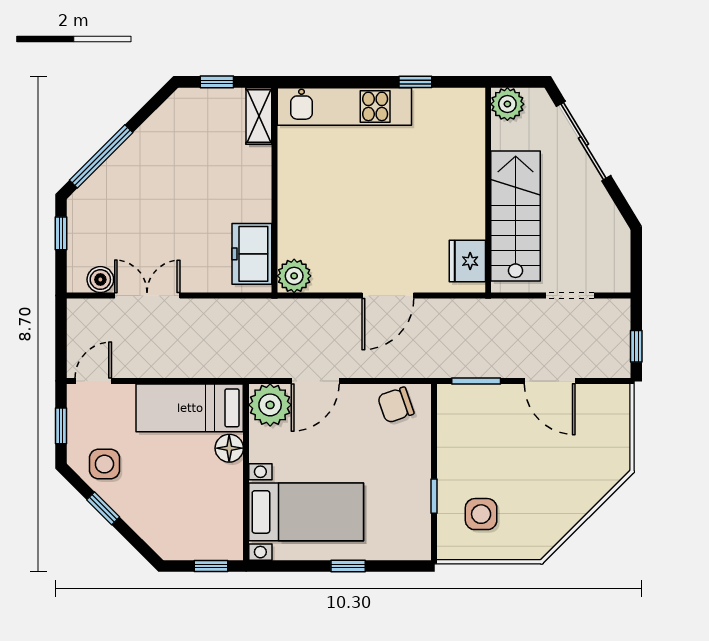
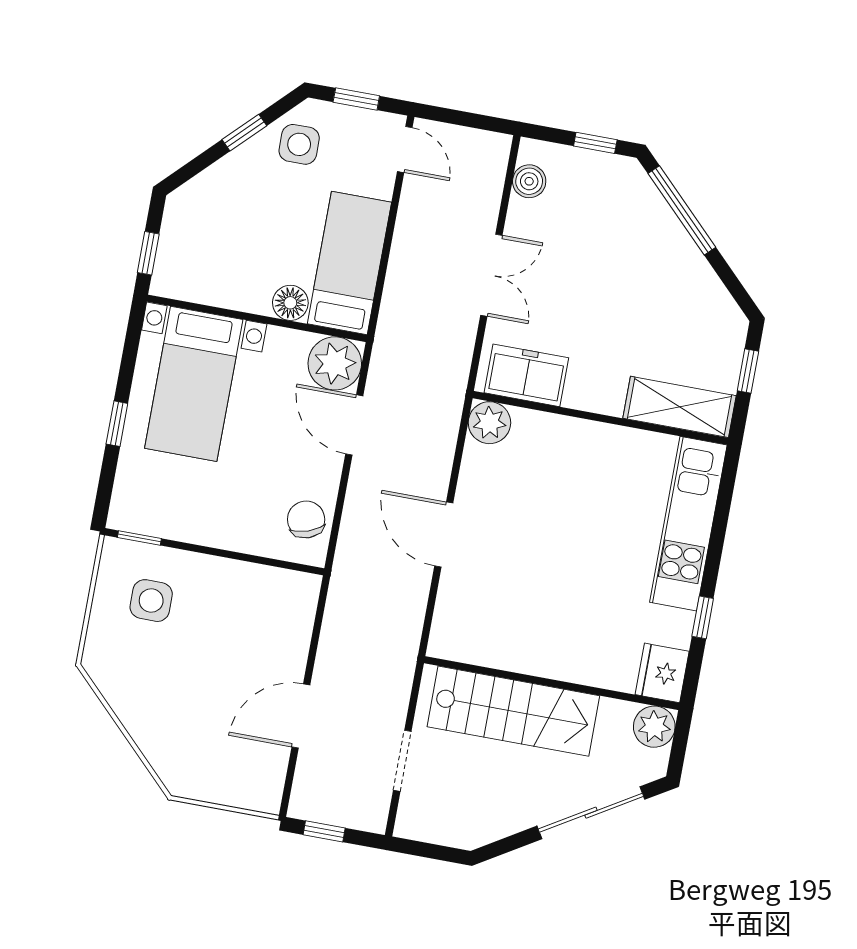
shelving: (259, 116) -> (679, 407), width x1.50, depth x1.33
fridge: (467, 261) -> (662, 673), moved, turned -90
double door: (147, 295) -> (491, 275), moved
window: (476, 381) -> (318, 625), removed
window: (434, 496) -> (139, 538), moved

